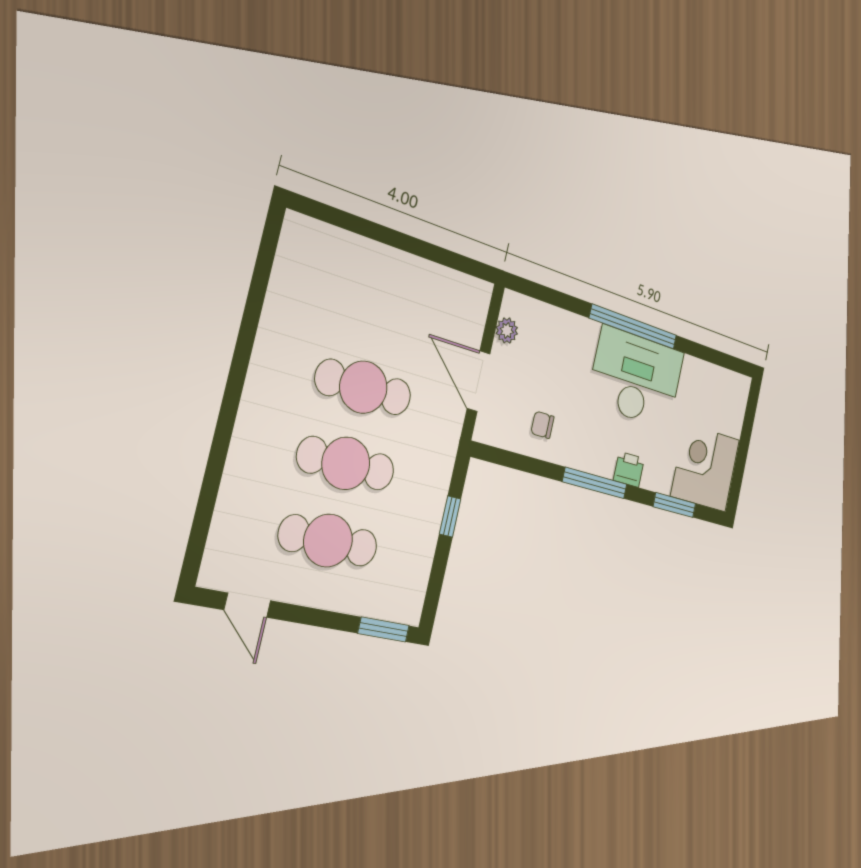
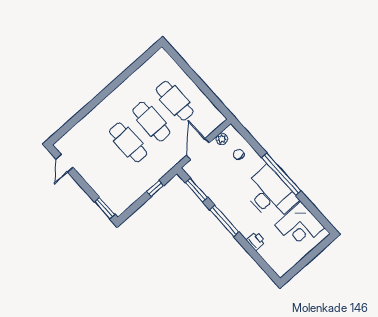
chair: (542, 425) -> (239, 154), moved
corner desk: (705, 468) -> (300, 226), moved, turned 180
printer: (629, 469) -> (256, 241), moved
window: (675, 505) -> (197, 190), moved
cafe table: (328, 541) -> (175, 101), moved

